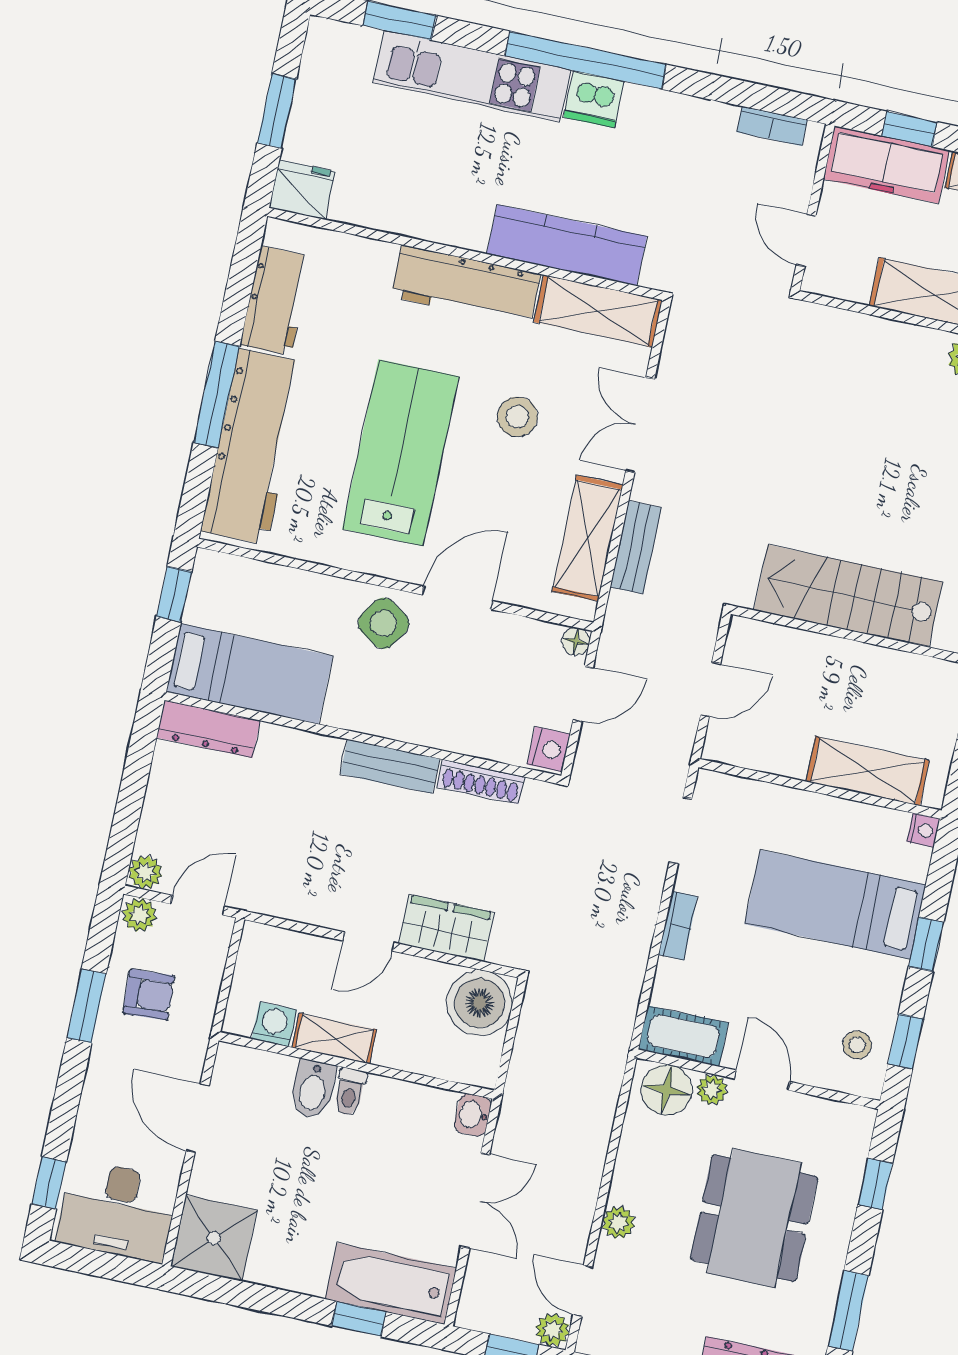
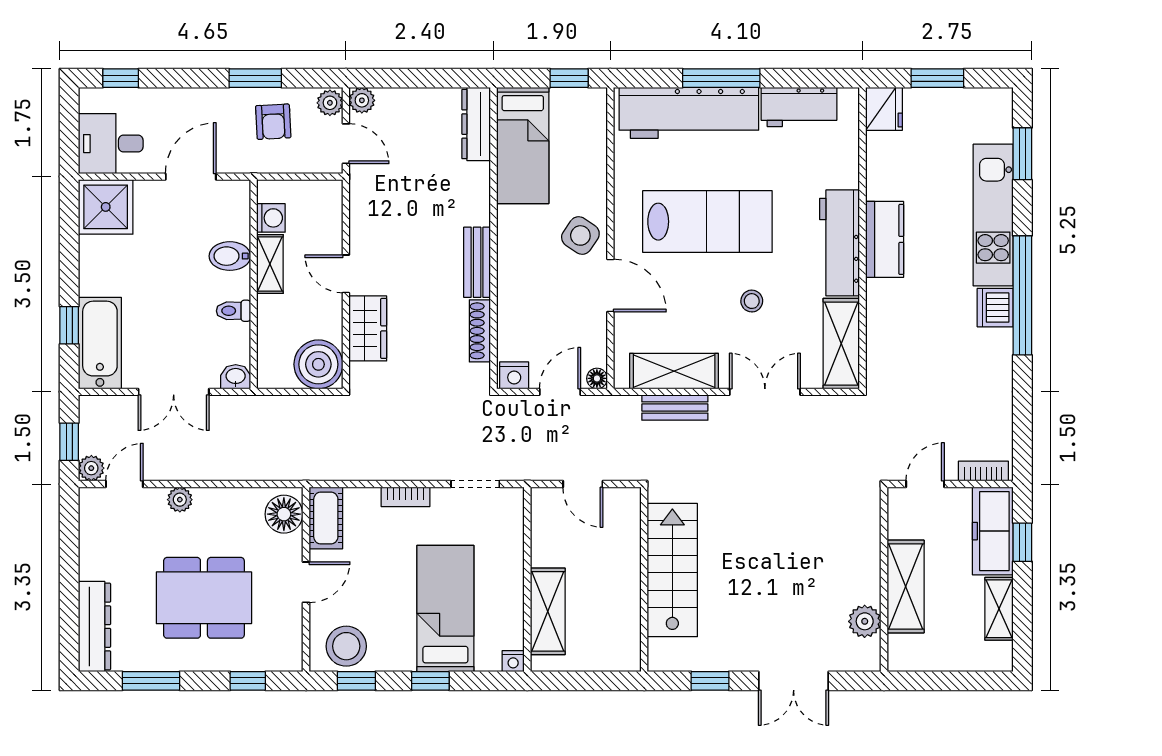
bookcase: (772, 126) -> (983, 471), moved, turned 90
kitchen counter: (567, 245) -> (885, 239), moved, width x0.67
stool: (517, 417) -> (752, 301), width x0.73, depth x0.73
door: (583, 694) -> (560, 392), swing flipped
stool: (857, 1045) -> (346, 646), width x1.89, depth x1.89
plant: (712, 1090) -> (291, 547), removed
toilet: (350, 1092) -> (233, 311), moved
desk: (117, 1211) -> (111, 144), width x0.73

